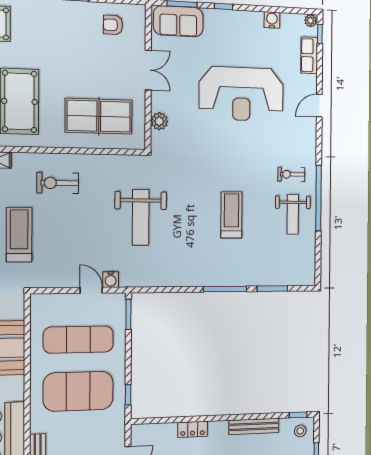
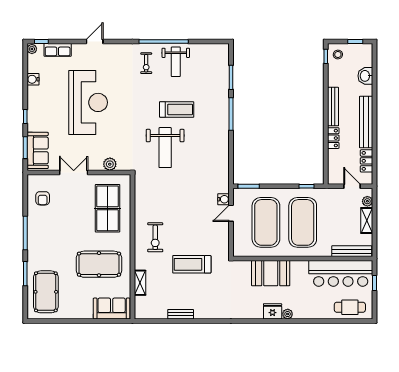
door: (319, 106) -> (95, 42), swing flipped
weight bench: (293, 214) -> (176, 62), turned 90
treadmill: (231, 215) -> (177, 109), turned 180
weight bench: (141, 217) -> (165, 148), moved, turned 90
exercise mat: (78, 340) -> (266, 222), width x1.47
bench: (254, 426) -> (333, 107), moved

